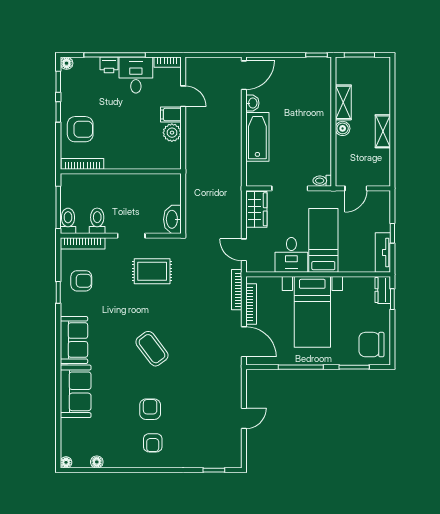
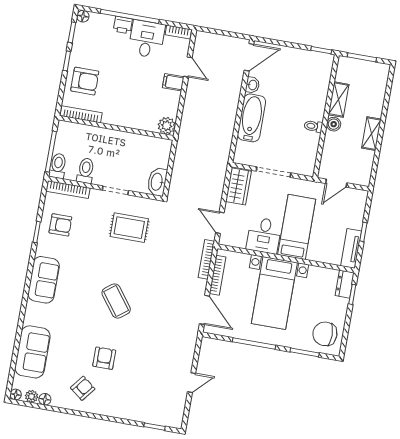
plant: (172, 133) -> (167, 126), moved
toilet: (322, 181) -> (313, 126), moved
sofa: (76, 391) -> (32, 352), moved
armchair: (153, 443) -> (83, 388), moved, turned -142
plant: (83, 461) -> (32, 396), added

